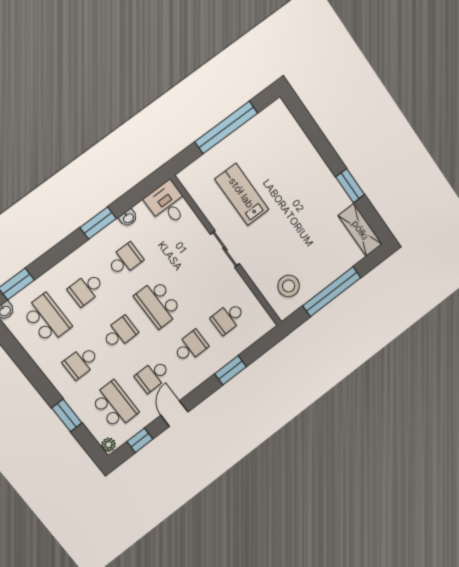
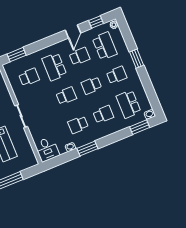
school desk: (158, 304) -> (66, 96), width x0.54
school desk: (191, 347) -> (54, 67), width x1.85
window: (230, 370) -> (17, 55), moved
school desk: (115, 405) -> (105, 46), turned 180
window: (67, 415) -> (137, 59), moved

